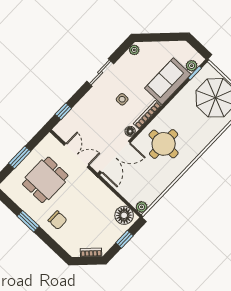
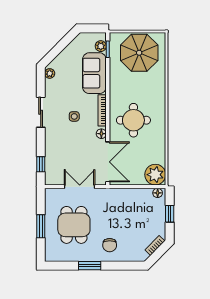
plant: (142, 207) -> (155, 175), width x1.88, depth x1.88
floor lamp: (124, 215) -> (158, 193), width x0.53, depth x0.53
chair: (58, 220) -> (110, 245), turned 90

